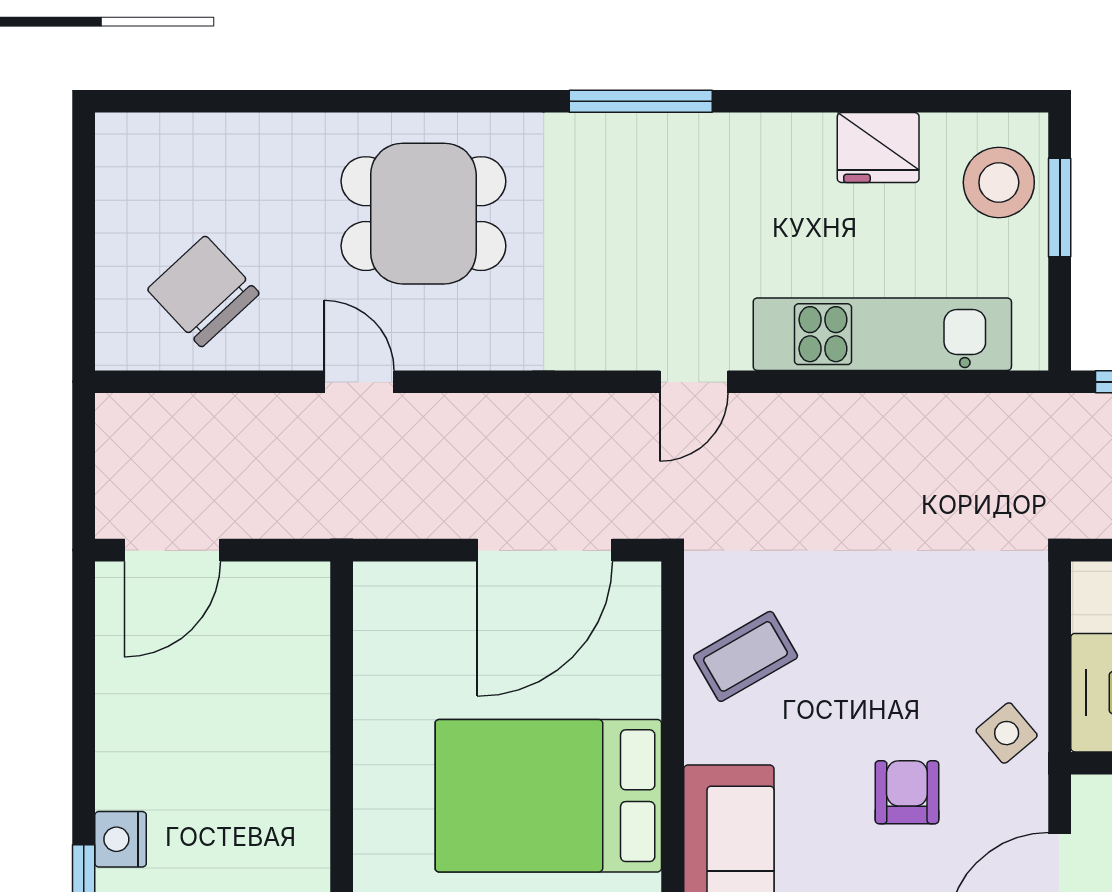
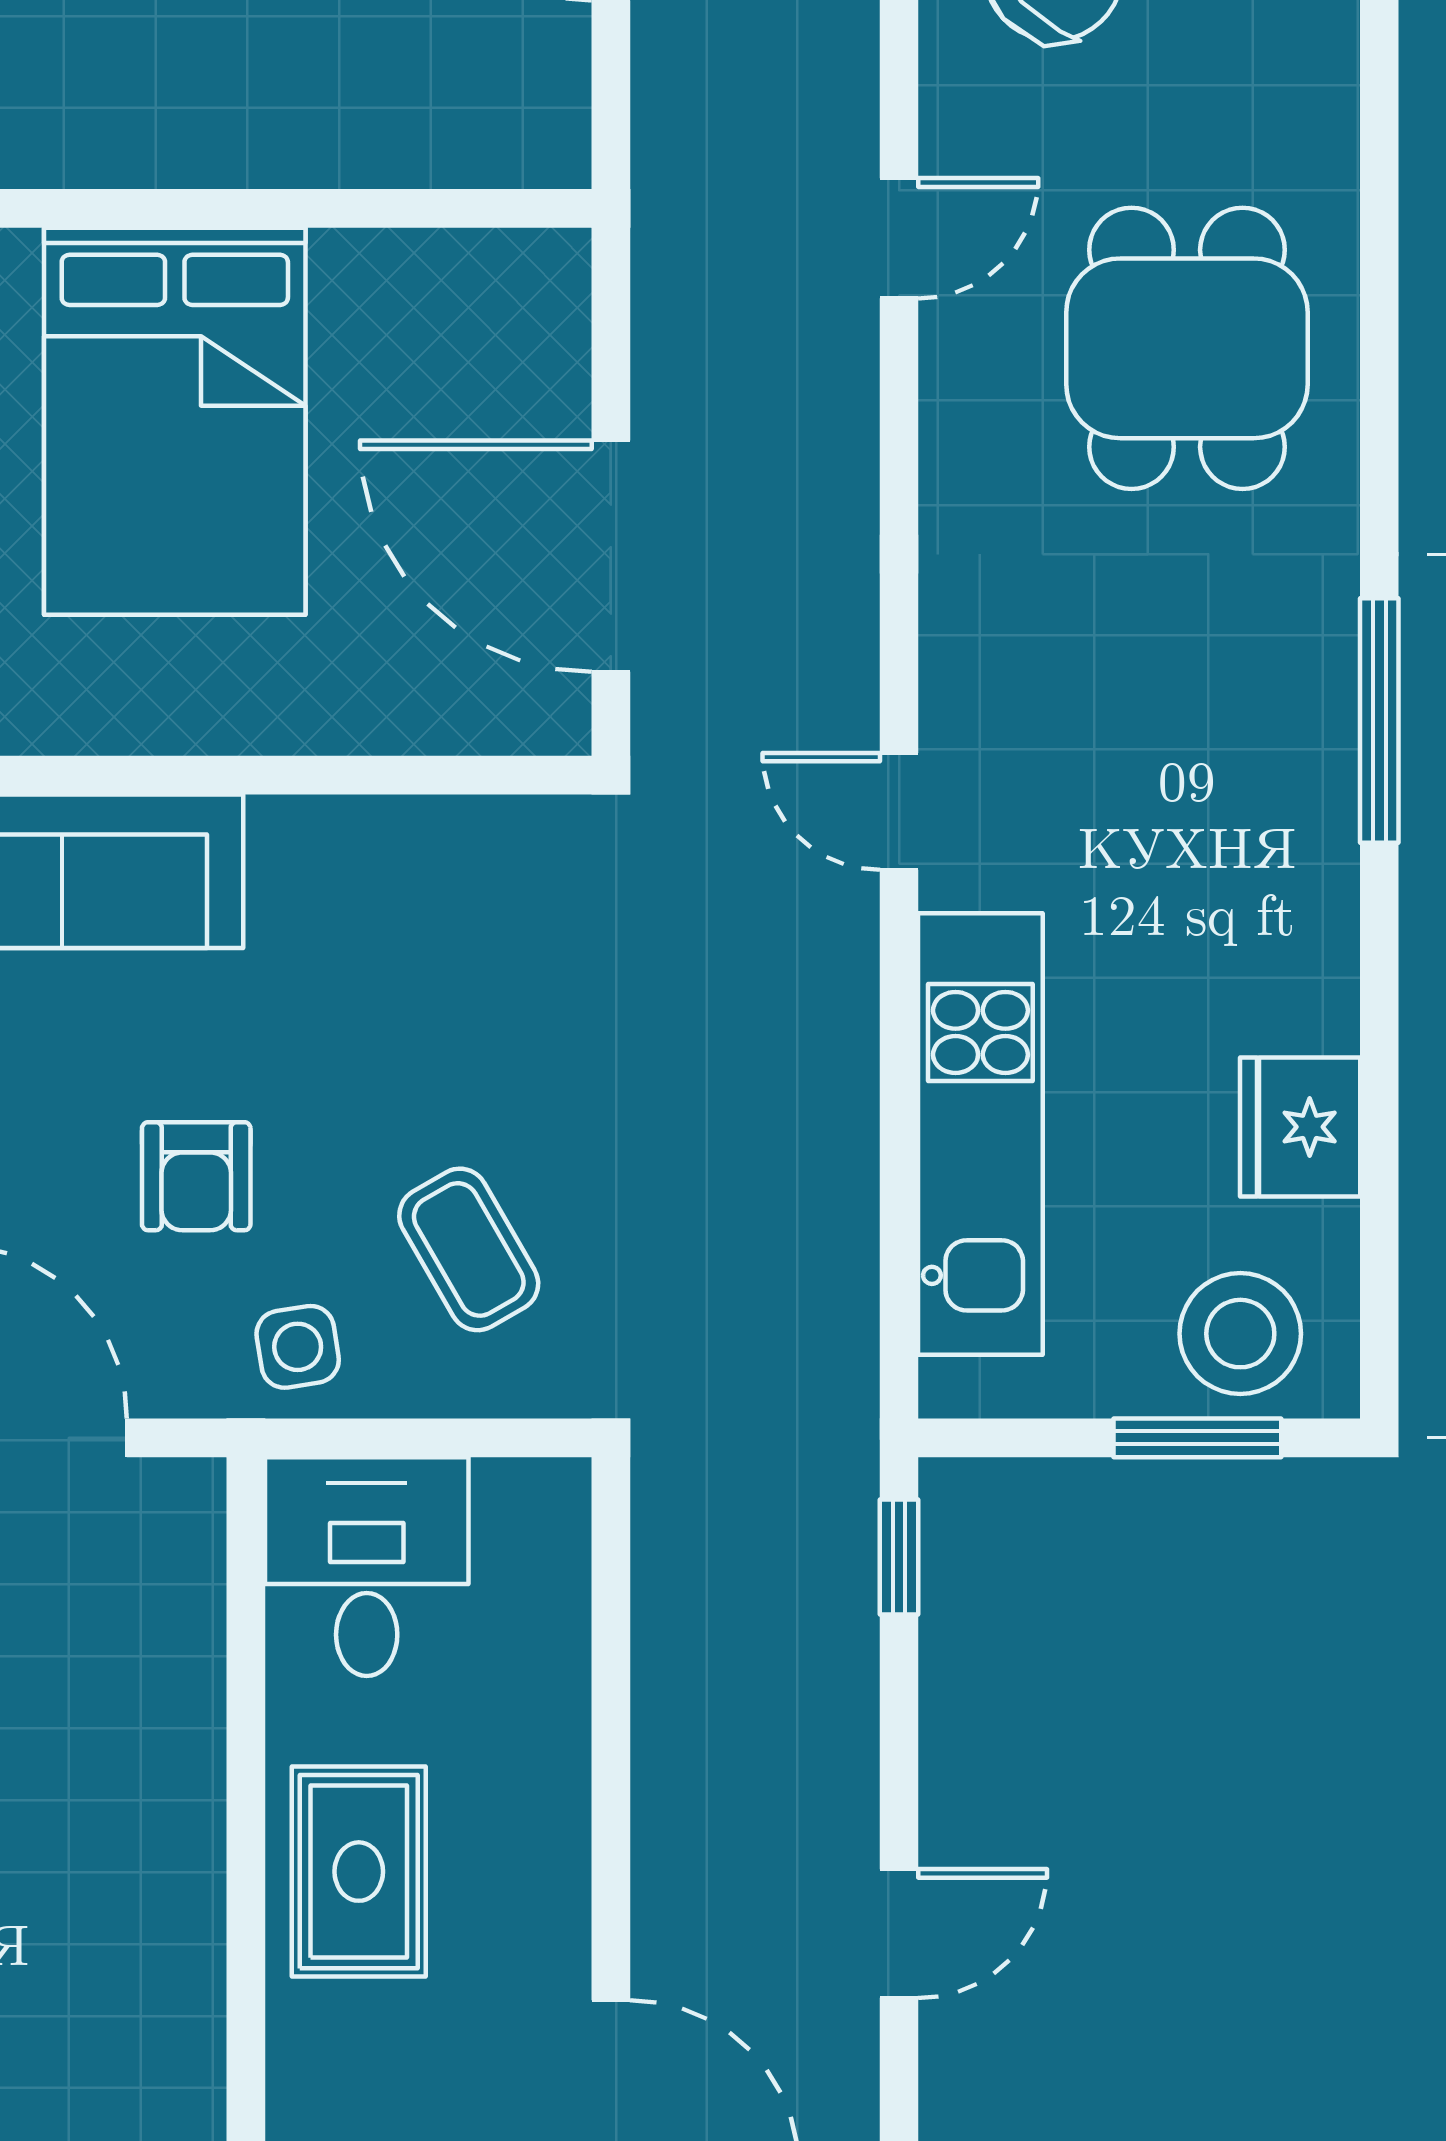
coffee table: (746, 656) -> (469, 1249), moved
side table: (1007, 733) -> (298, 1347), turned 31
armchair: (907, 792) -> (196, 1176), turned 90
bed: (548, 796) -> (175, 421), moved, turned 180

